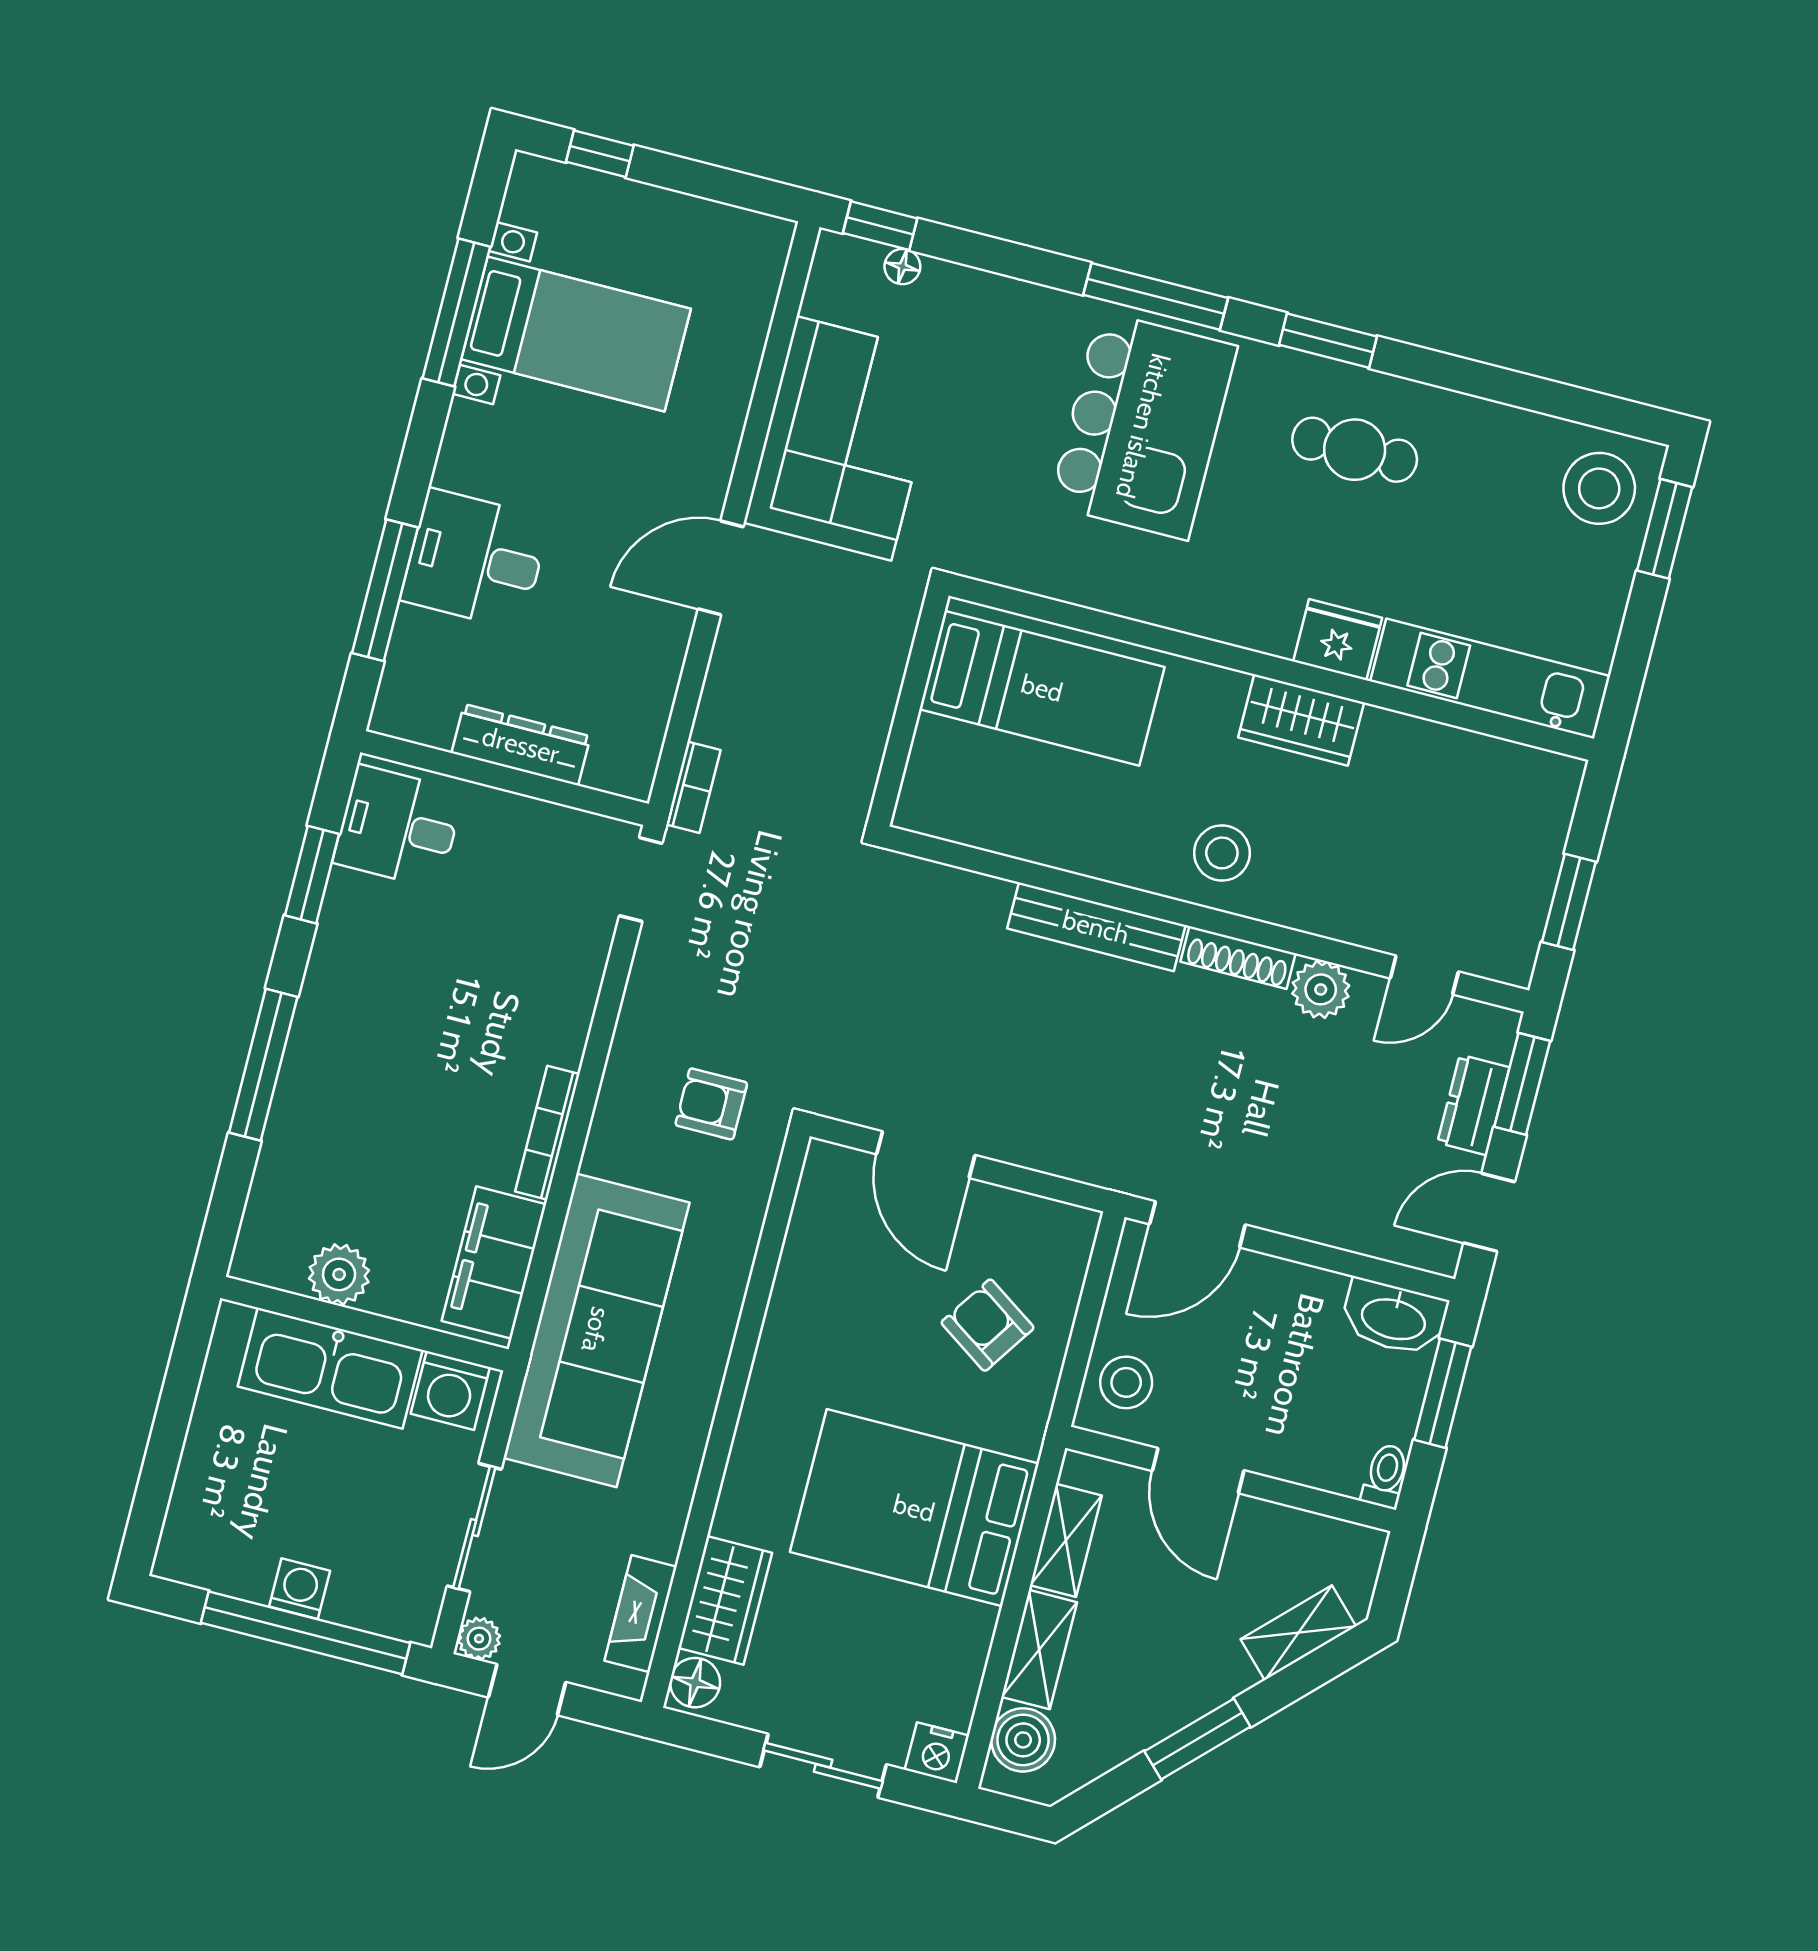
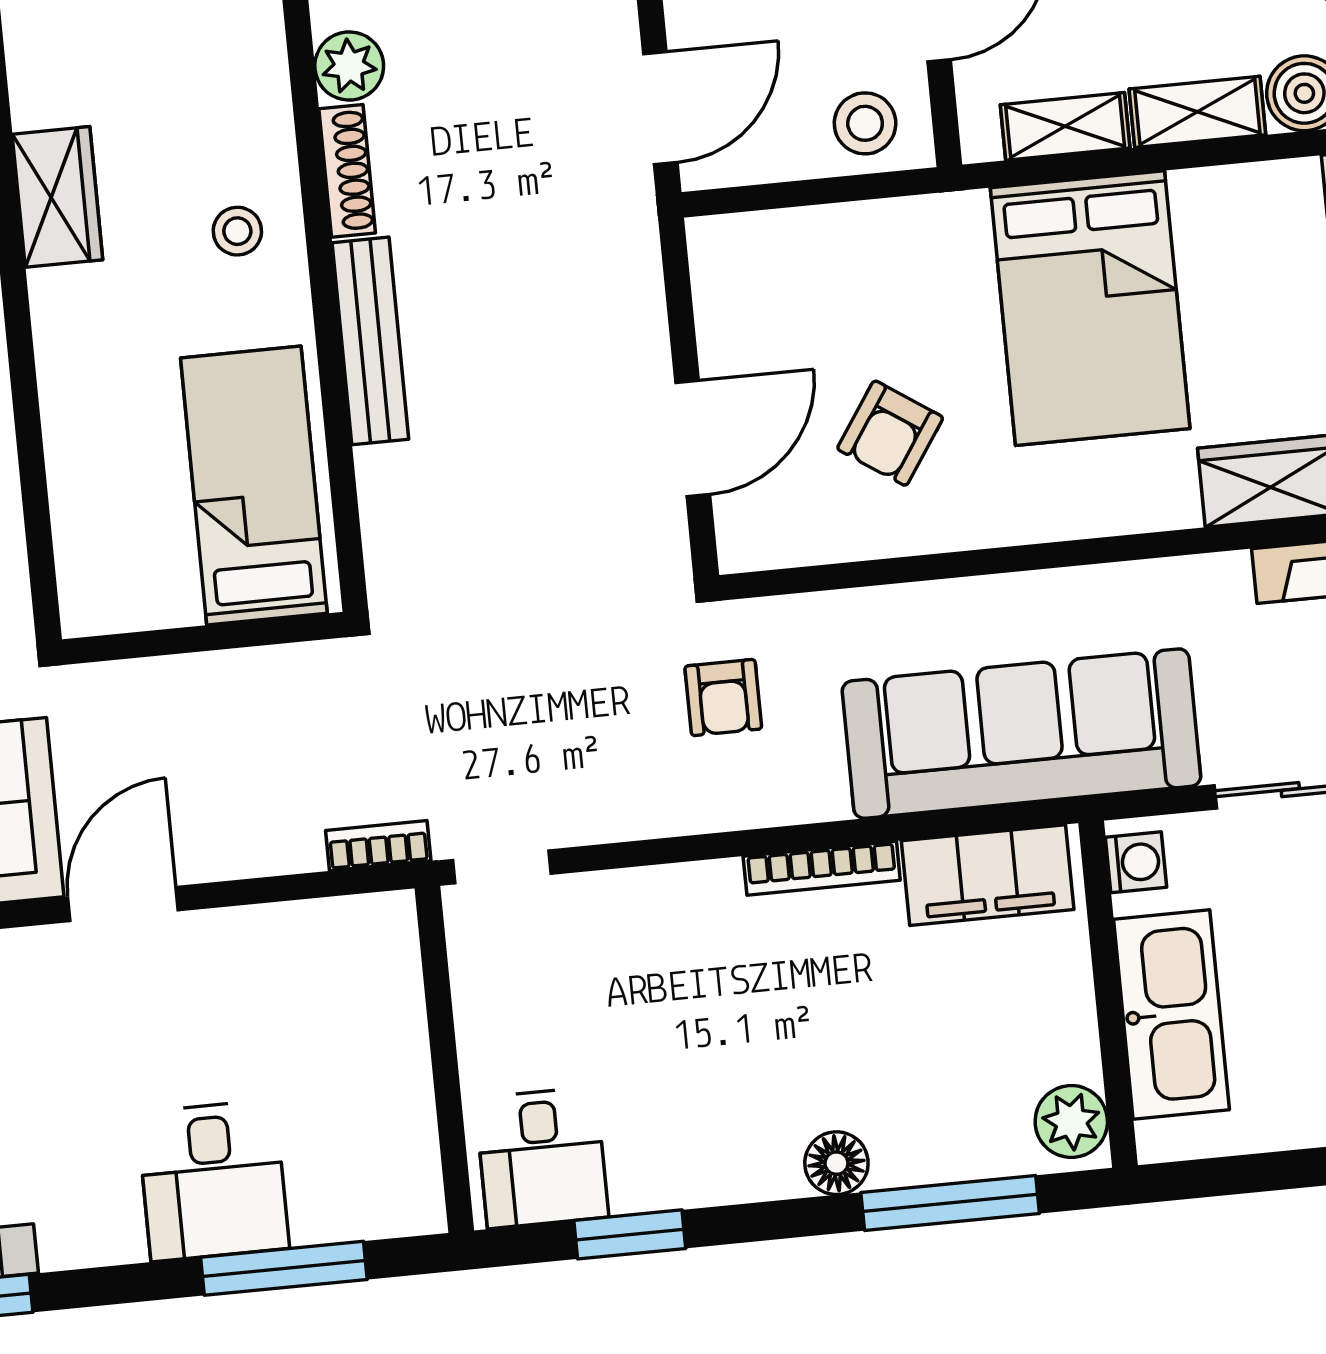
door: (721, 568) -> (123, 904), swing flipped
bed: (1042, 688) -> (254, 486), moved
dresser: (521, 745) -> (401, 1055), removed
stool: (1222, 853) -> (237, 231), width x0.73, depth x0.73
floor lamp: (309, 1059) -> (836, 1163), added
window: (263, 1065) -> (950, 1203), moved
door: (1197, 1224) -> (660, 108), hinge flipped
plant: (339, 1274) -> (1071, 1121), moved
armchair: (988, 1325) -> (890, 433), moved
washing machine: (450, 1390) -> (1136, 862), width x0.73, depth x0.73

